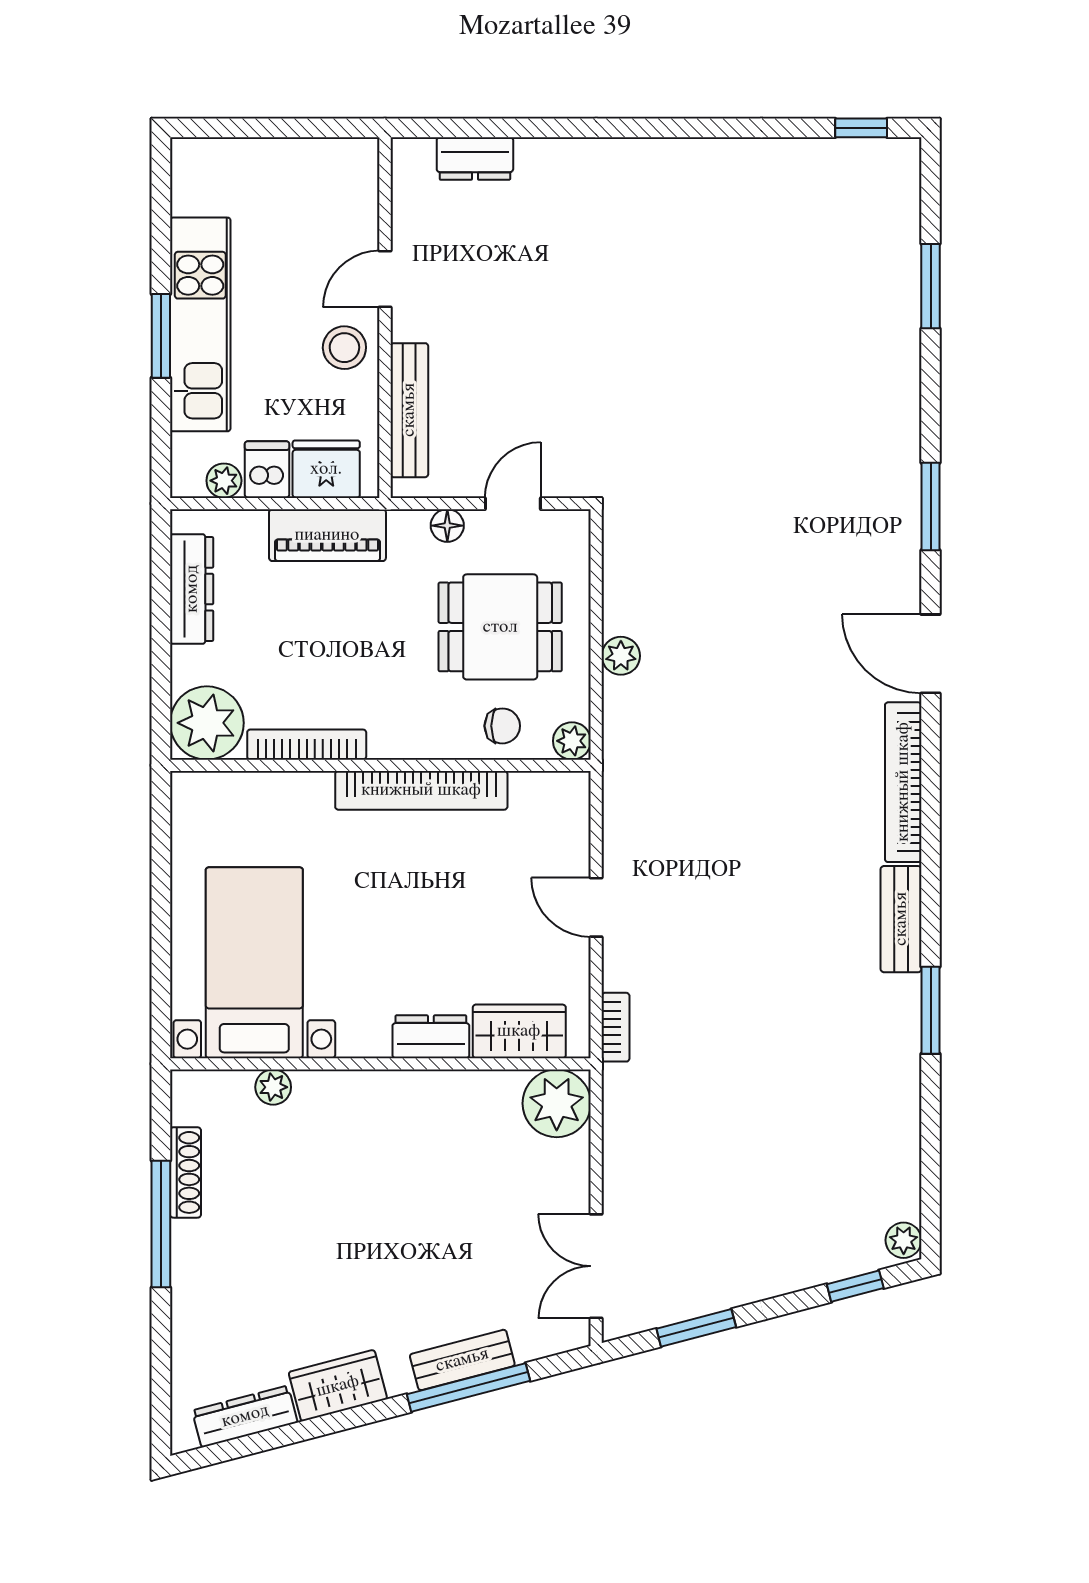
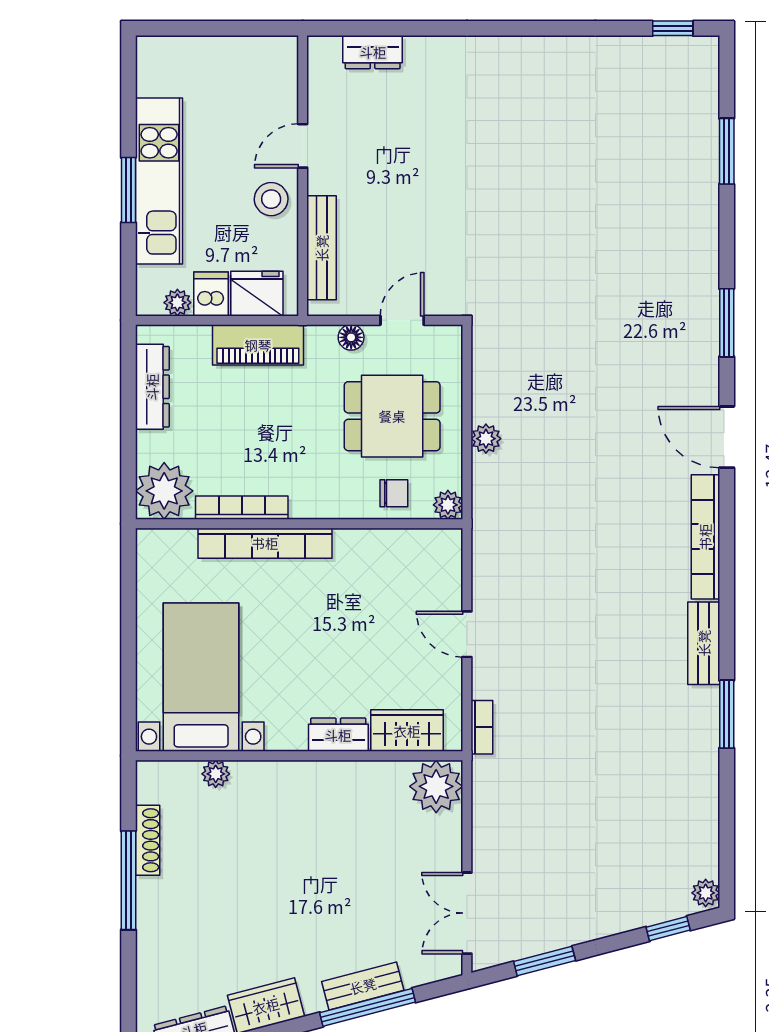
bookcase: (421, 790) -> (265, 543), moved

